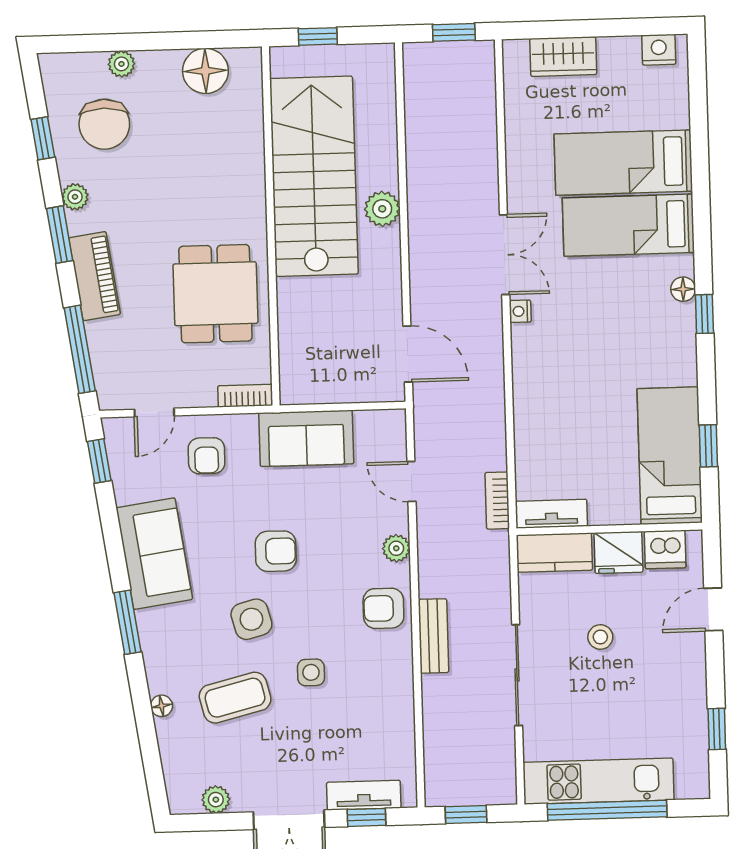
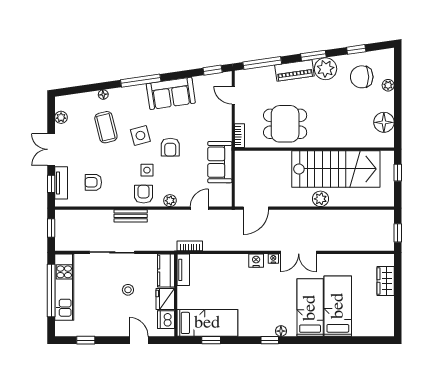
nightstand: (659, 50) -> (256, 261), moved, turned -90
plant: (75, 197) -> (325, 69), width x1.88, depth x1.88
armchair: (207, 456) -> (93, 182), moved
window: (127, 622) -> (141, 81), width x1.44
side table: (311, 672) -> (147, 170), moved

